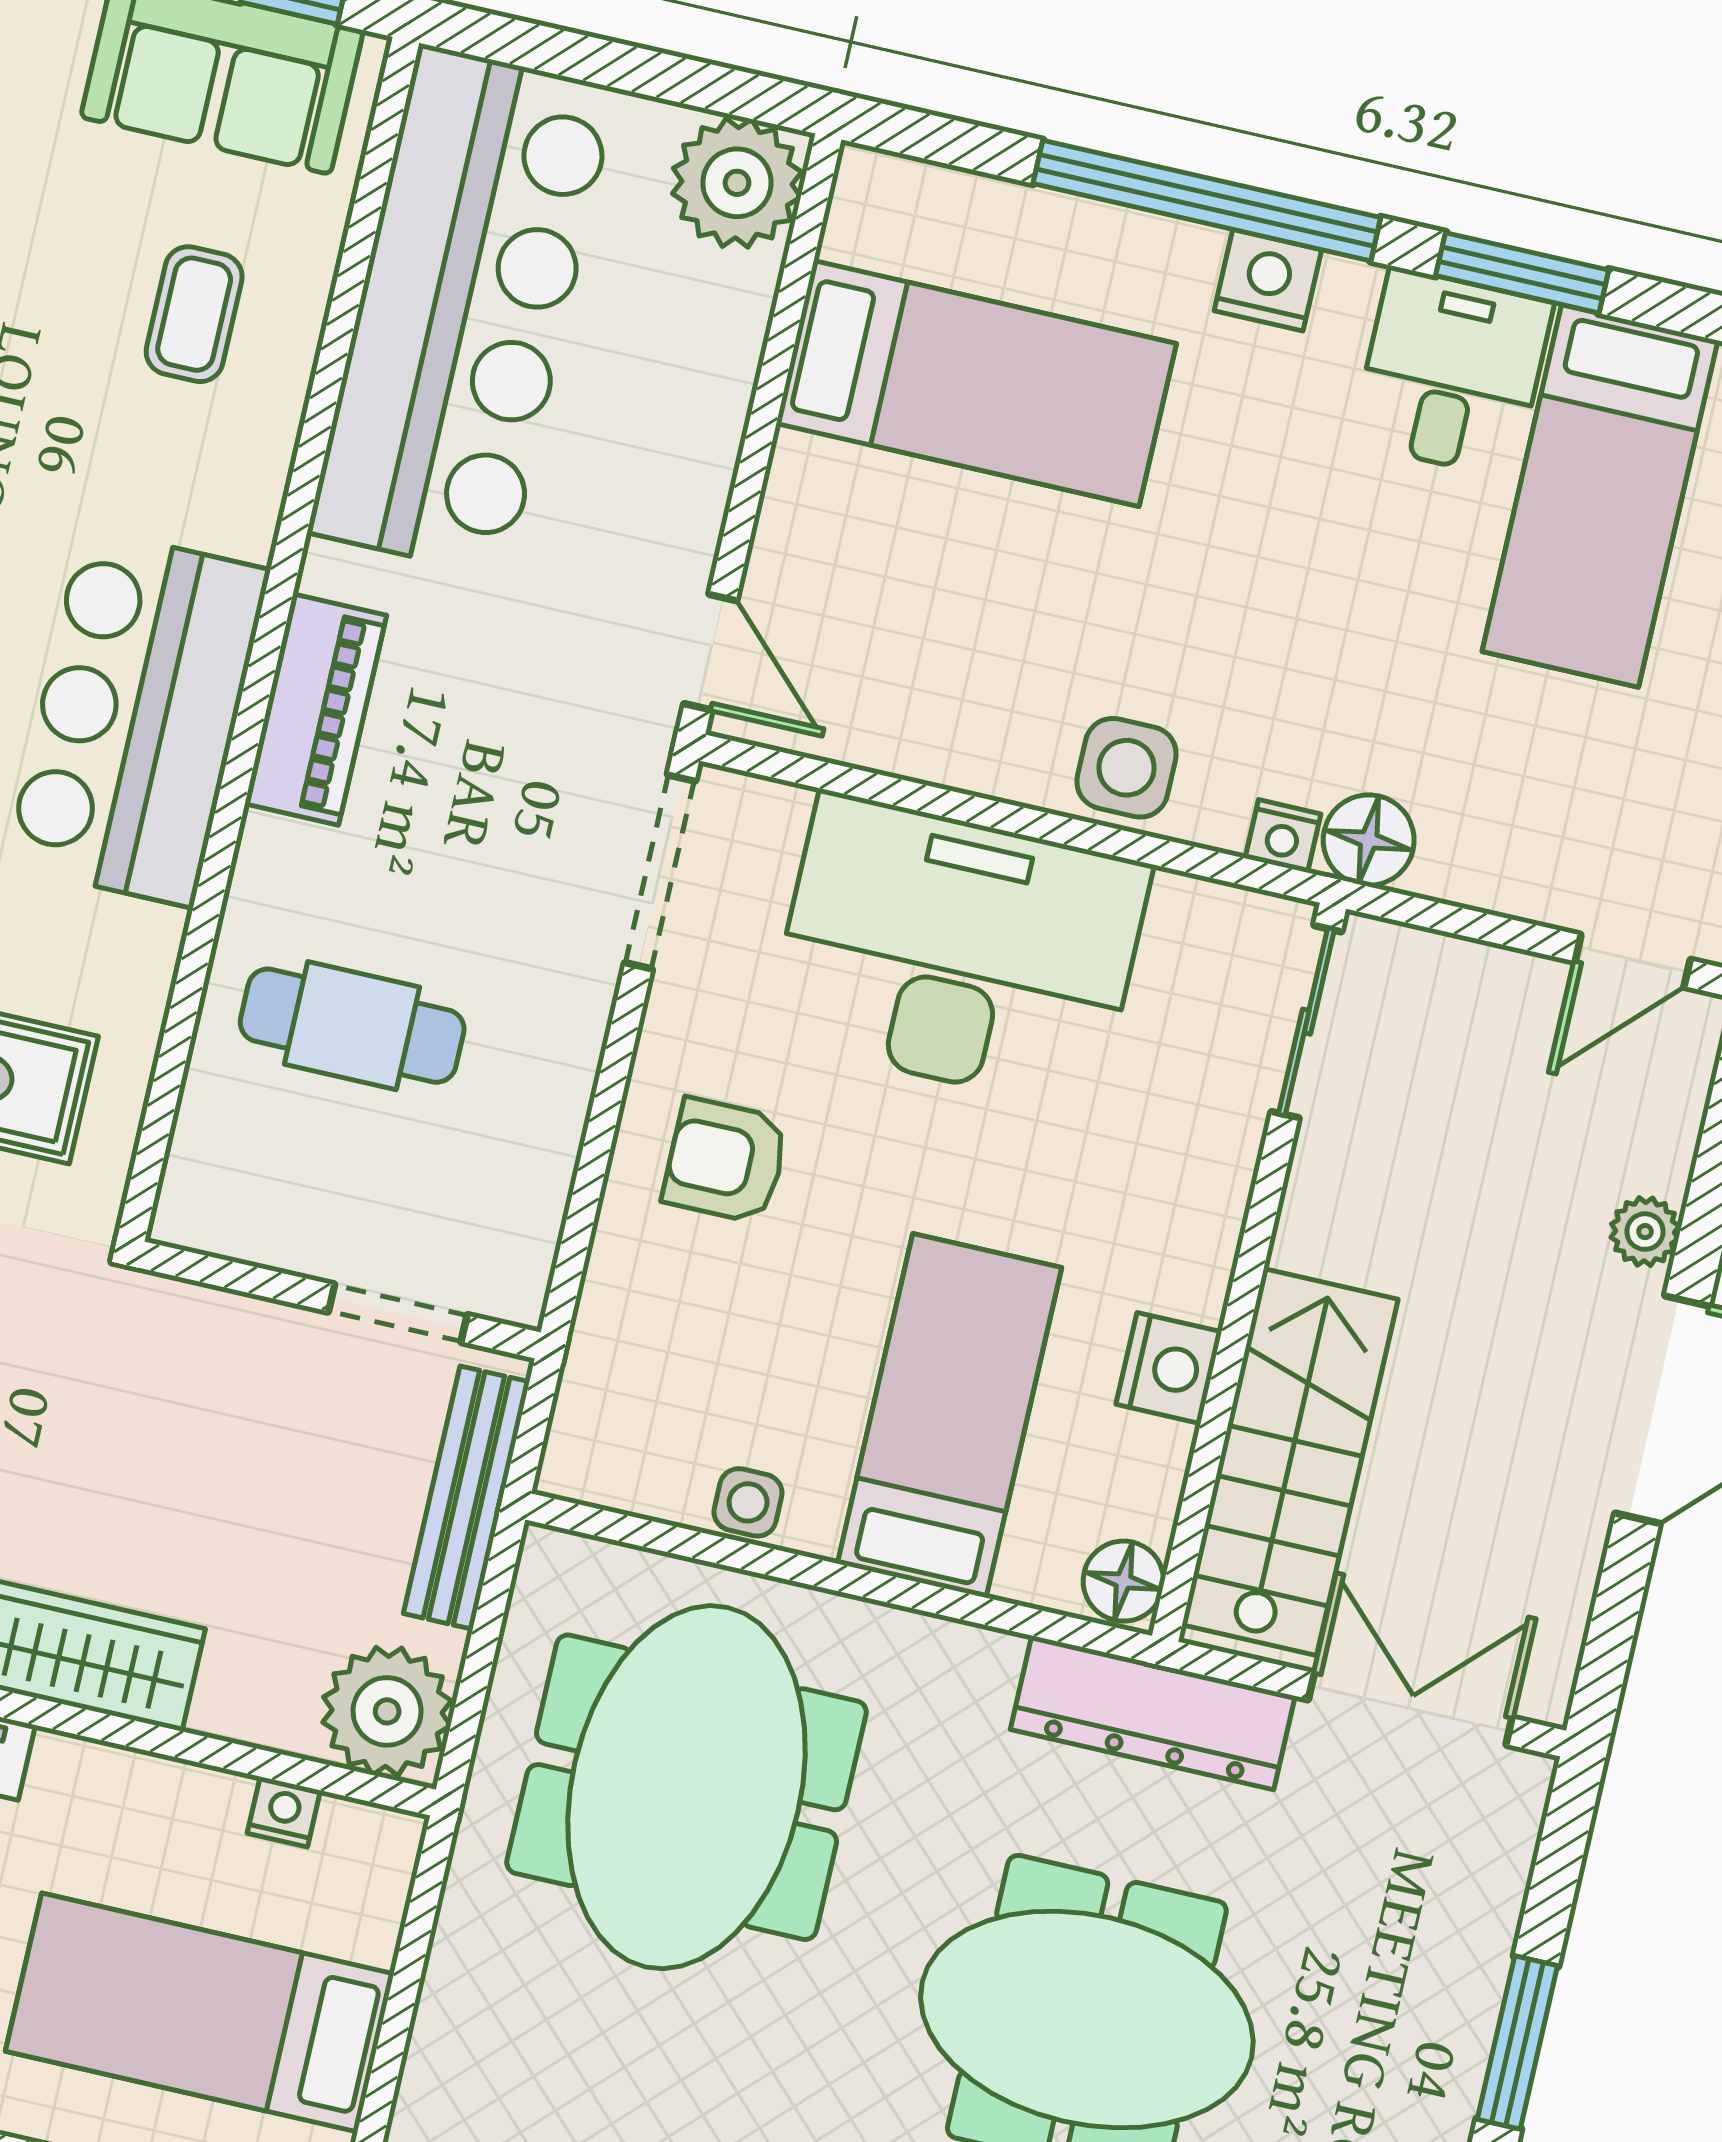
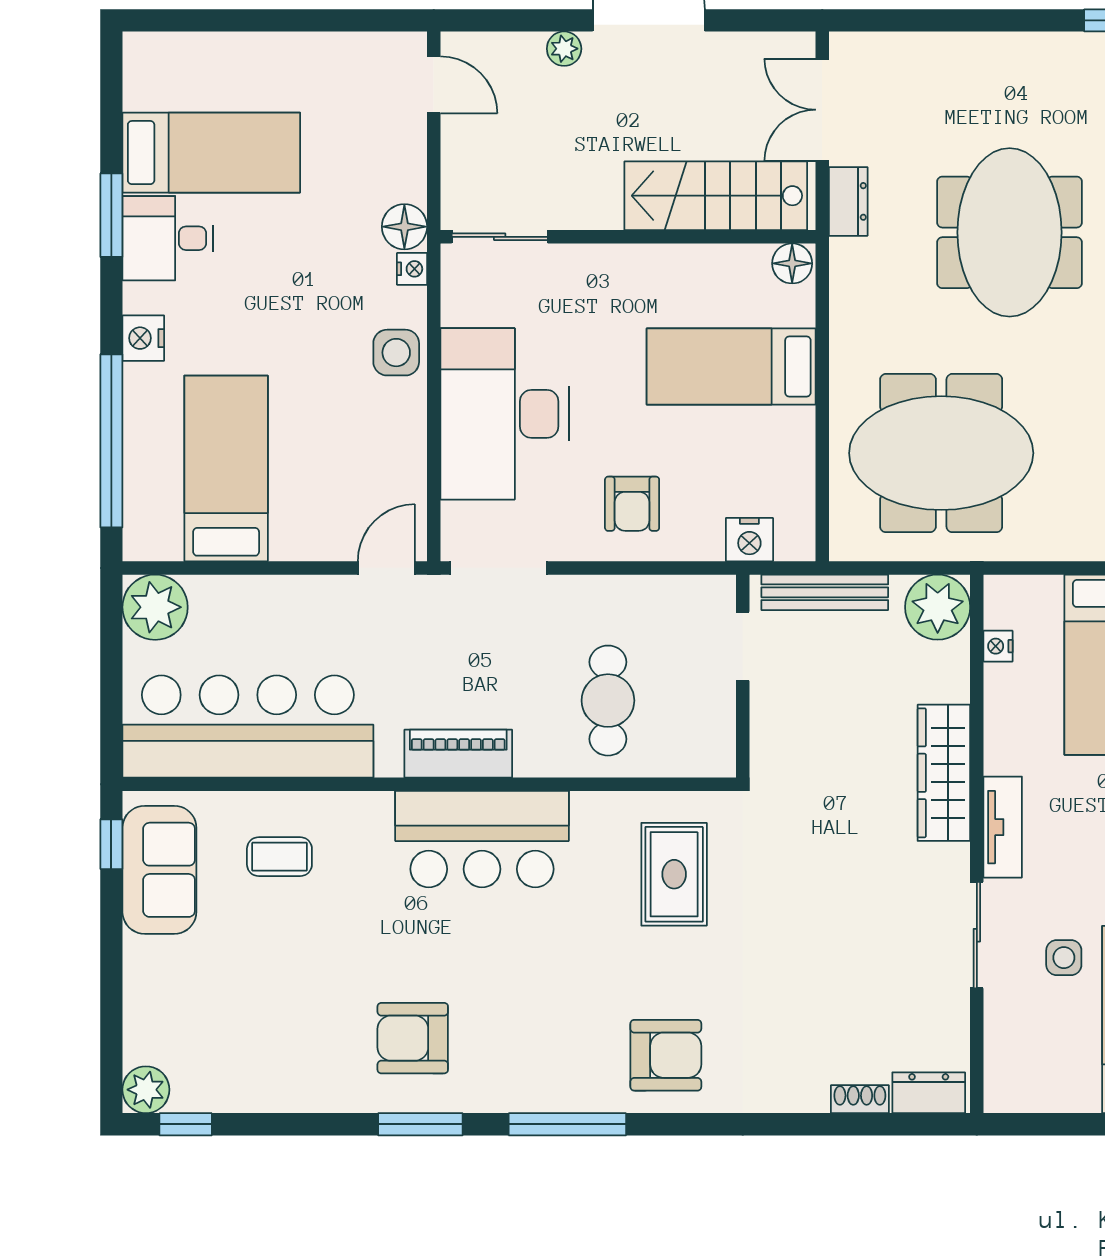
window: (1207, 201) -> (111, 441), moved
nightstand: (1169, 1368) -> (749, 540), moved, turned 180
side table: (748, 1502) -> (796, 455), removed
dresser: (1153, 1713) -> (848, 201), width x0.51, depth x0.80
window: (1517, 2043) -> (973, 20), removed

